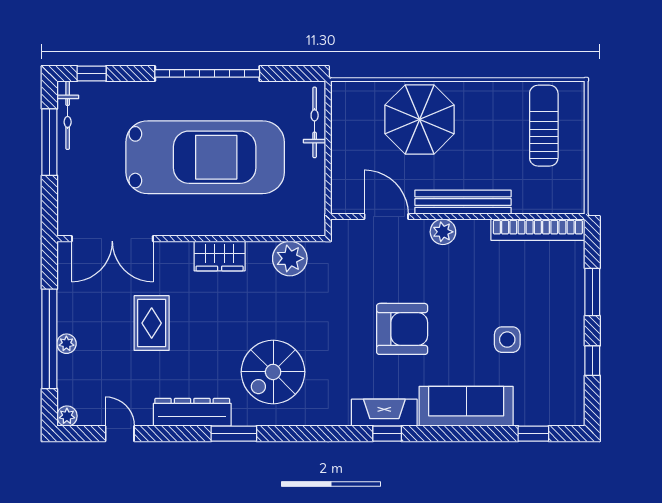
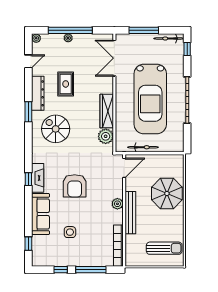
bicycle: (315, 122) -> (143, 147), moved
window: (49, 142) -> (144, 30), moved
door: (386, 217) -> (124, 168), moved
wardrobe: (220, 256) -> (107, 111), width x1.50
window: (592, 292) -> (91, 270), width x1.44
rug: (152, 323) -> (66, 84), moved, turned 90

